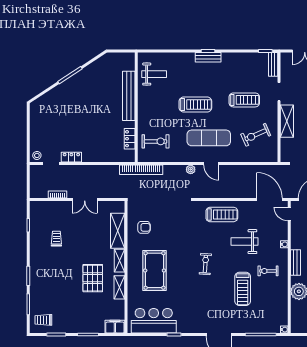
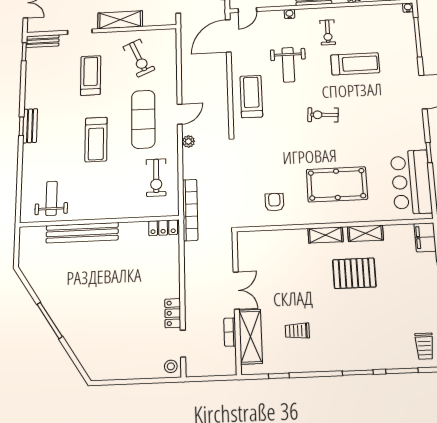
treadmill: (195, 105) -> (96, 139), turned 180
locker: (130, 139) -> (163, 228), moved
exercise bike: (155, 141) -> (156, 178), moved, turned 180
shelving: (118, 231) -> (251, 337), moved, turned 90

